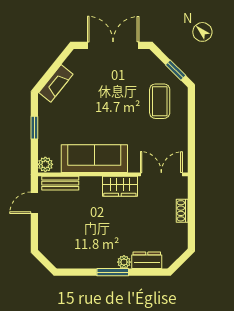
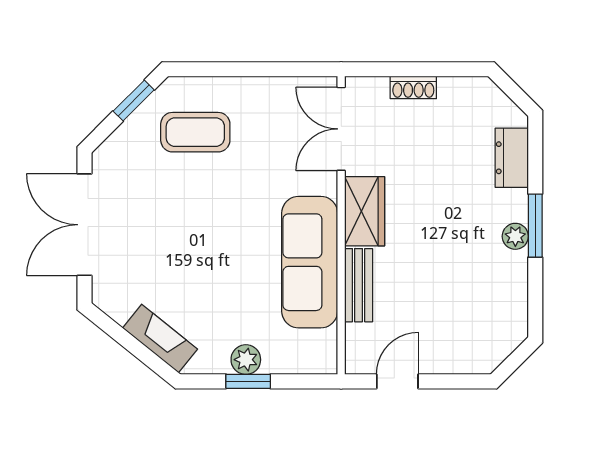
plant: (45, 164) -> (246, 360), moved
bench: (60, 183) -> (359, 285), moved
door: (34, 203) -> (397, 381), swing flipped
plant: (124, 262) -> (515, 236), moved

